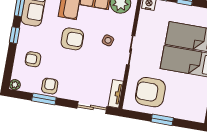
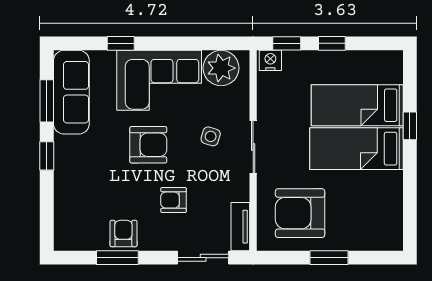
armchair: (33, 59) -> (174, 200), moved
plant: (15, 85) -> (63, 242), removed

